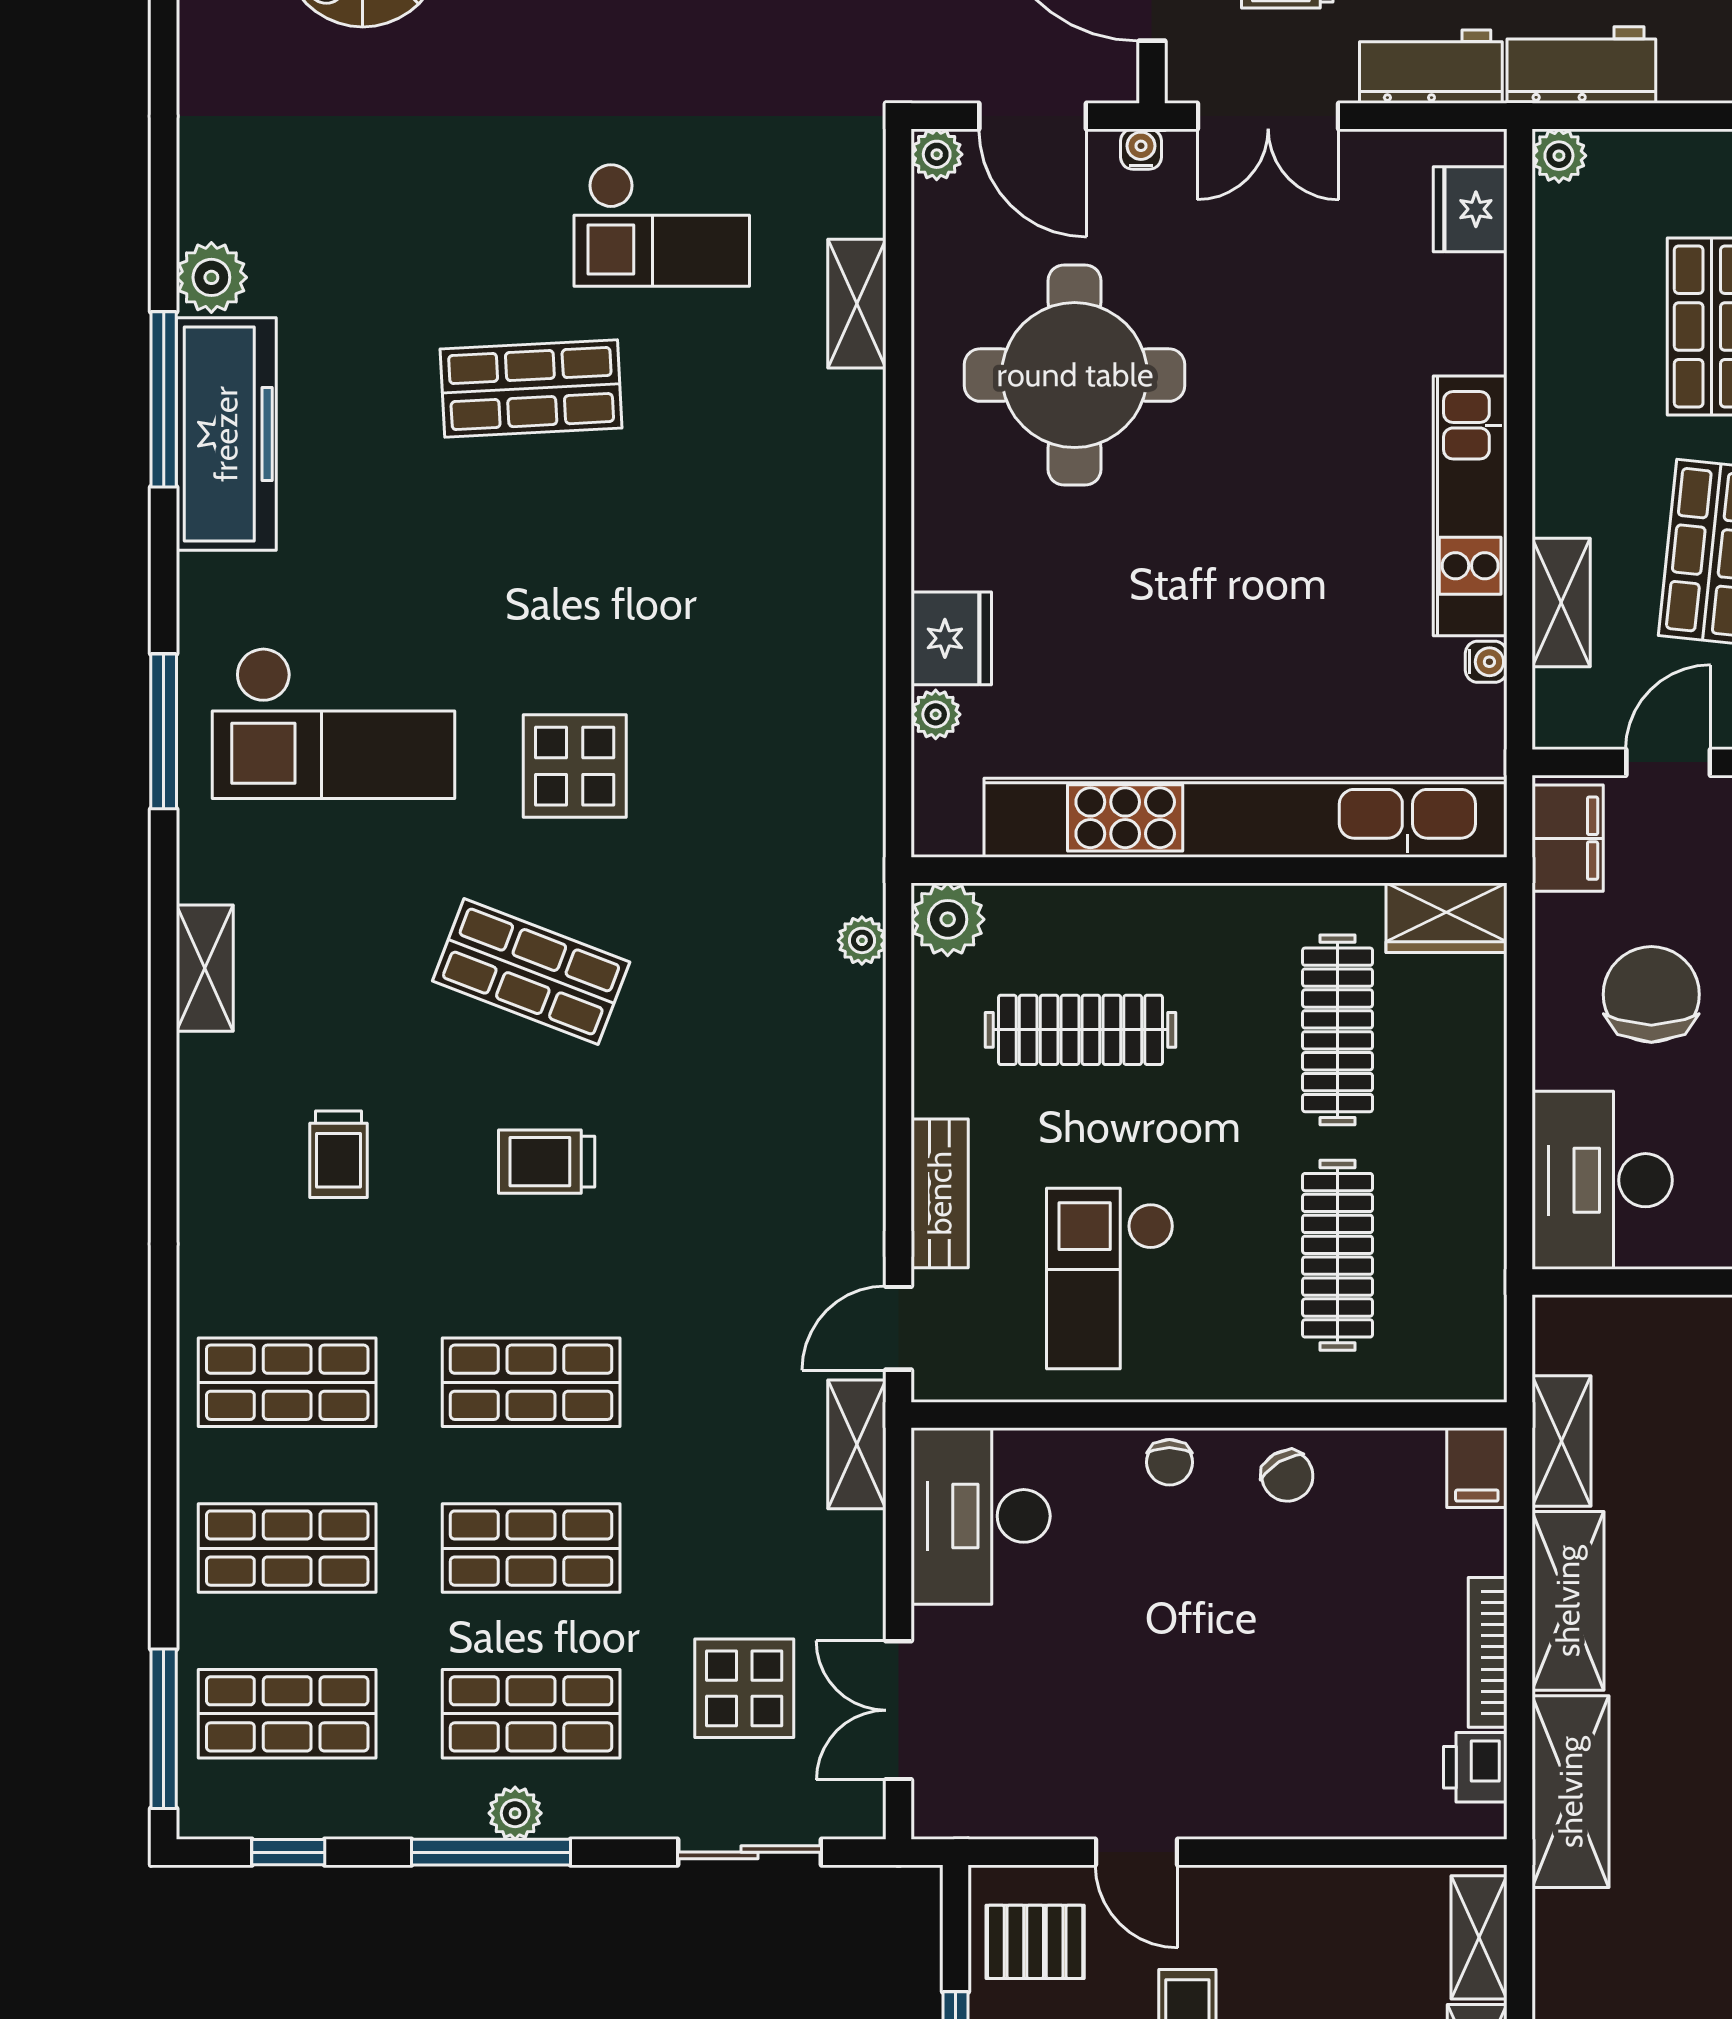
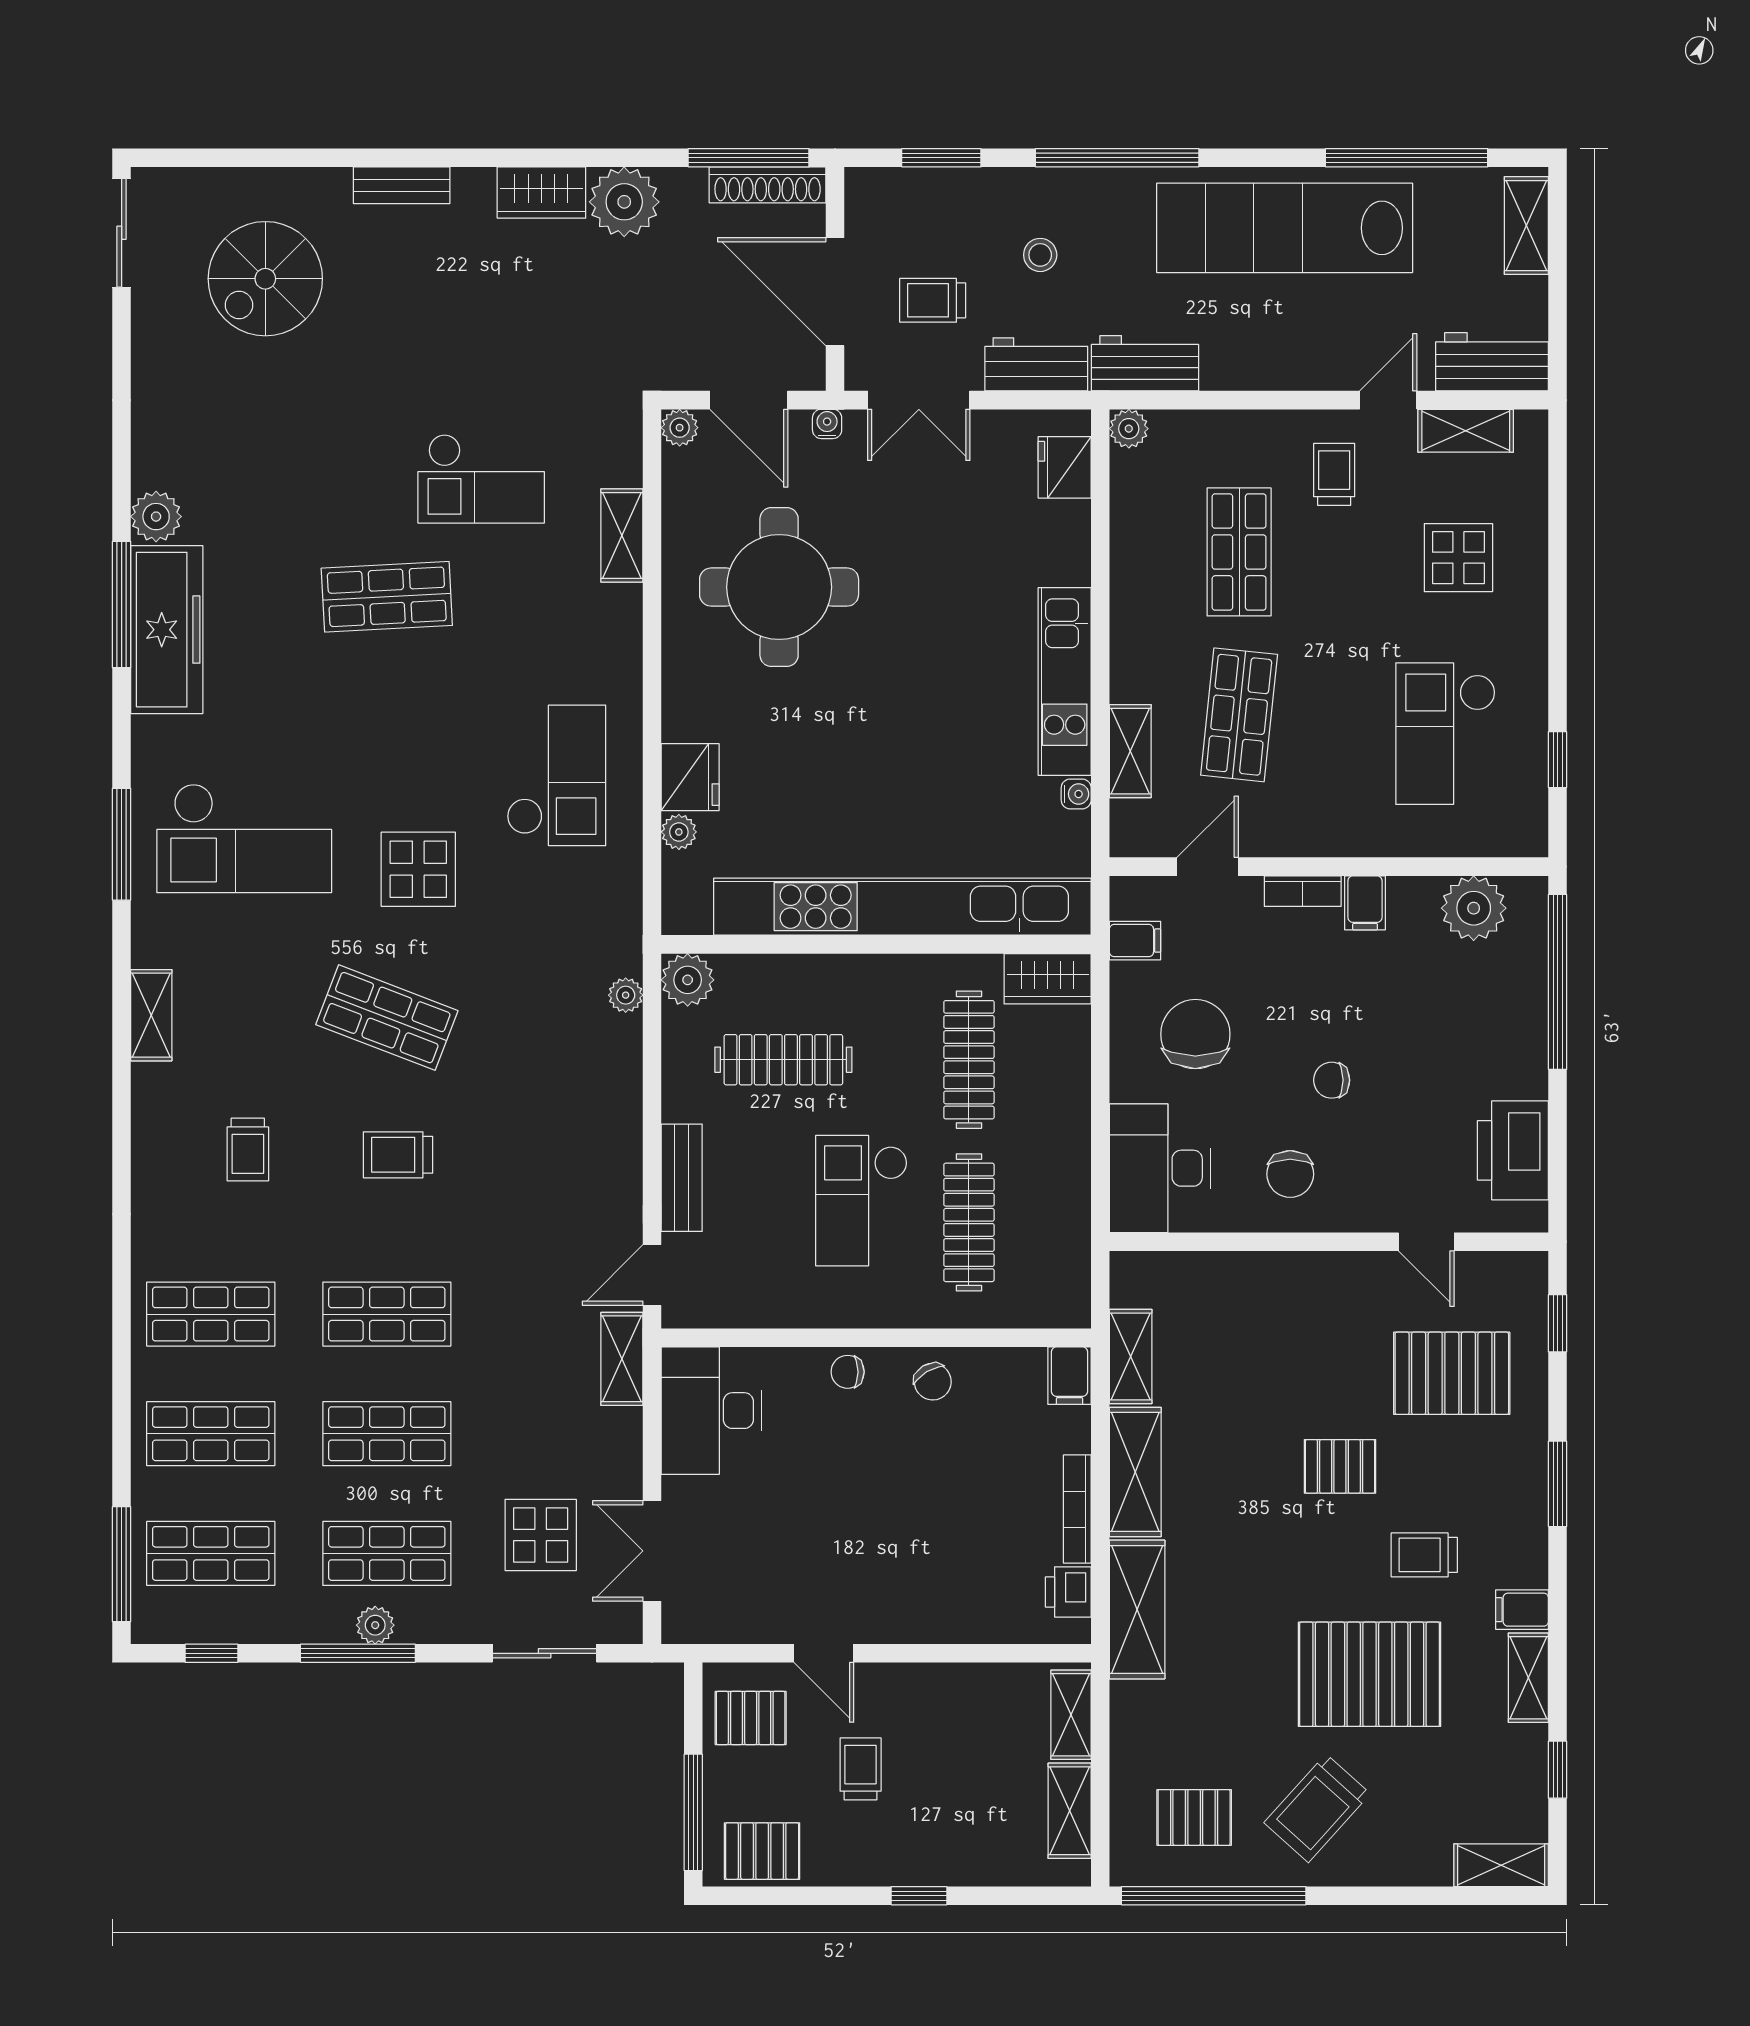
checkout: (766, 636) -> (556, 775), added
filing cabinet: (1568, 838) -> (1135, 941), width x0.50
checkout: (1110, 1278) -> (861, 1201), moved
chair: (1169, 1462) -> (848, 1372), turned 90

